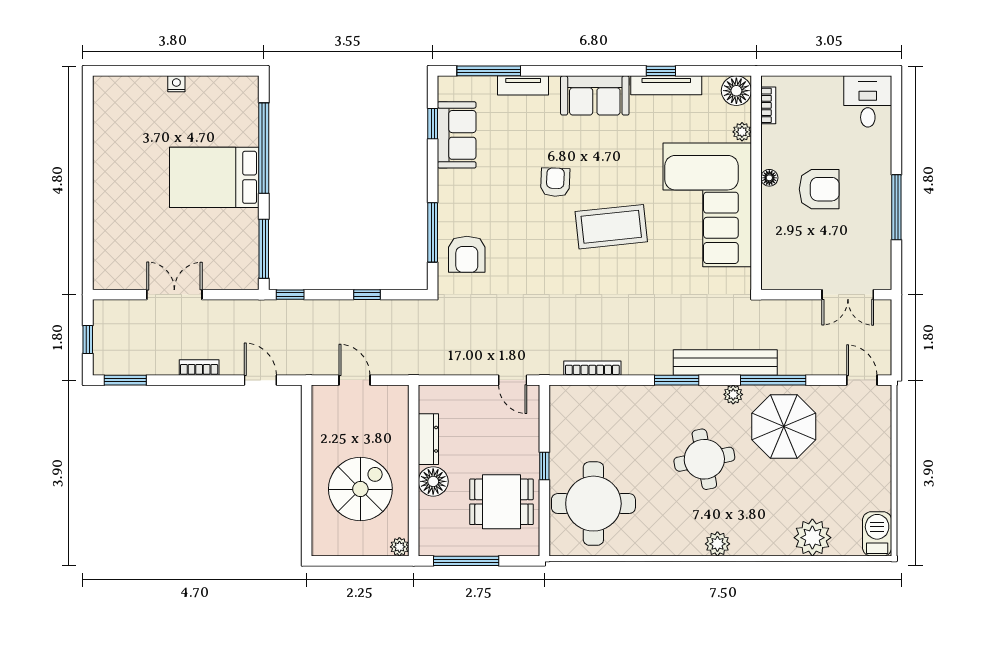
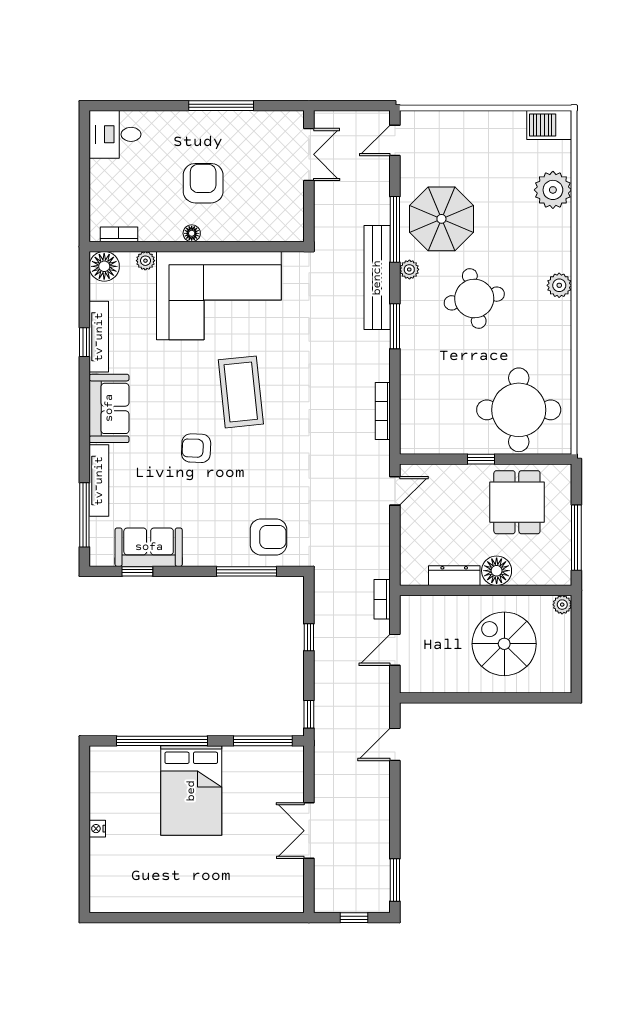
tv unit: (523, 85) -> (99, 481), width x1.41
bookcase: (199, 367) -> (382, 599), moved

